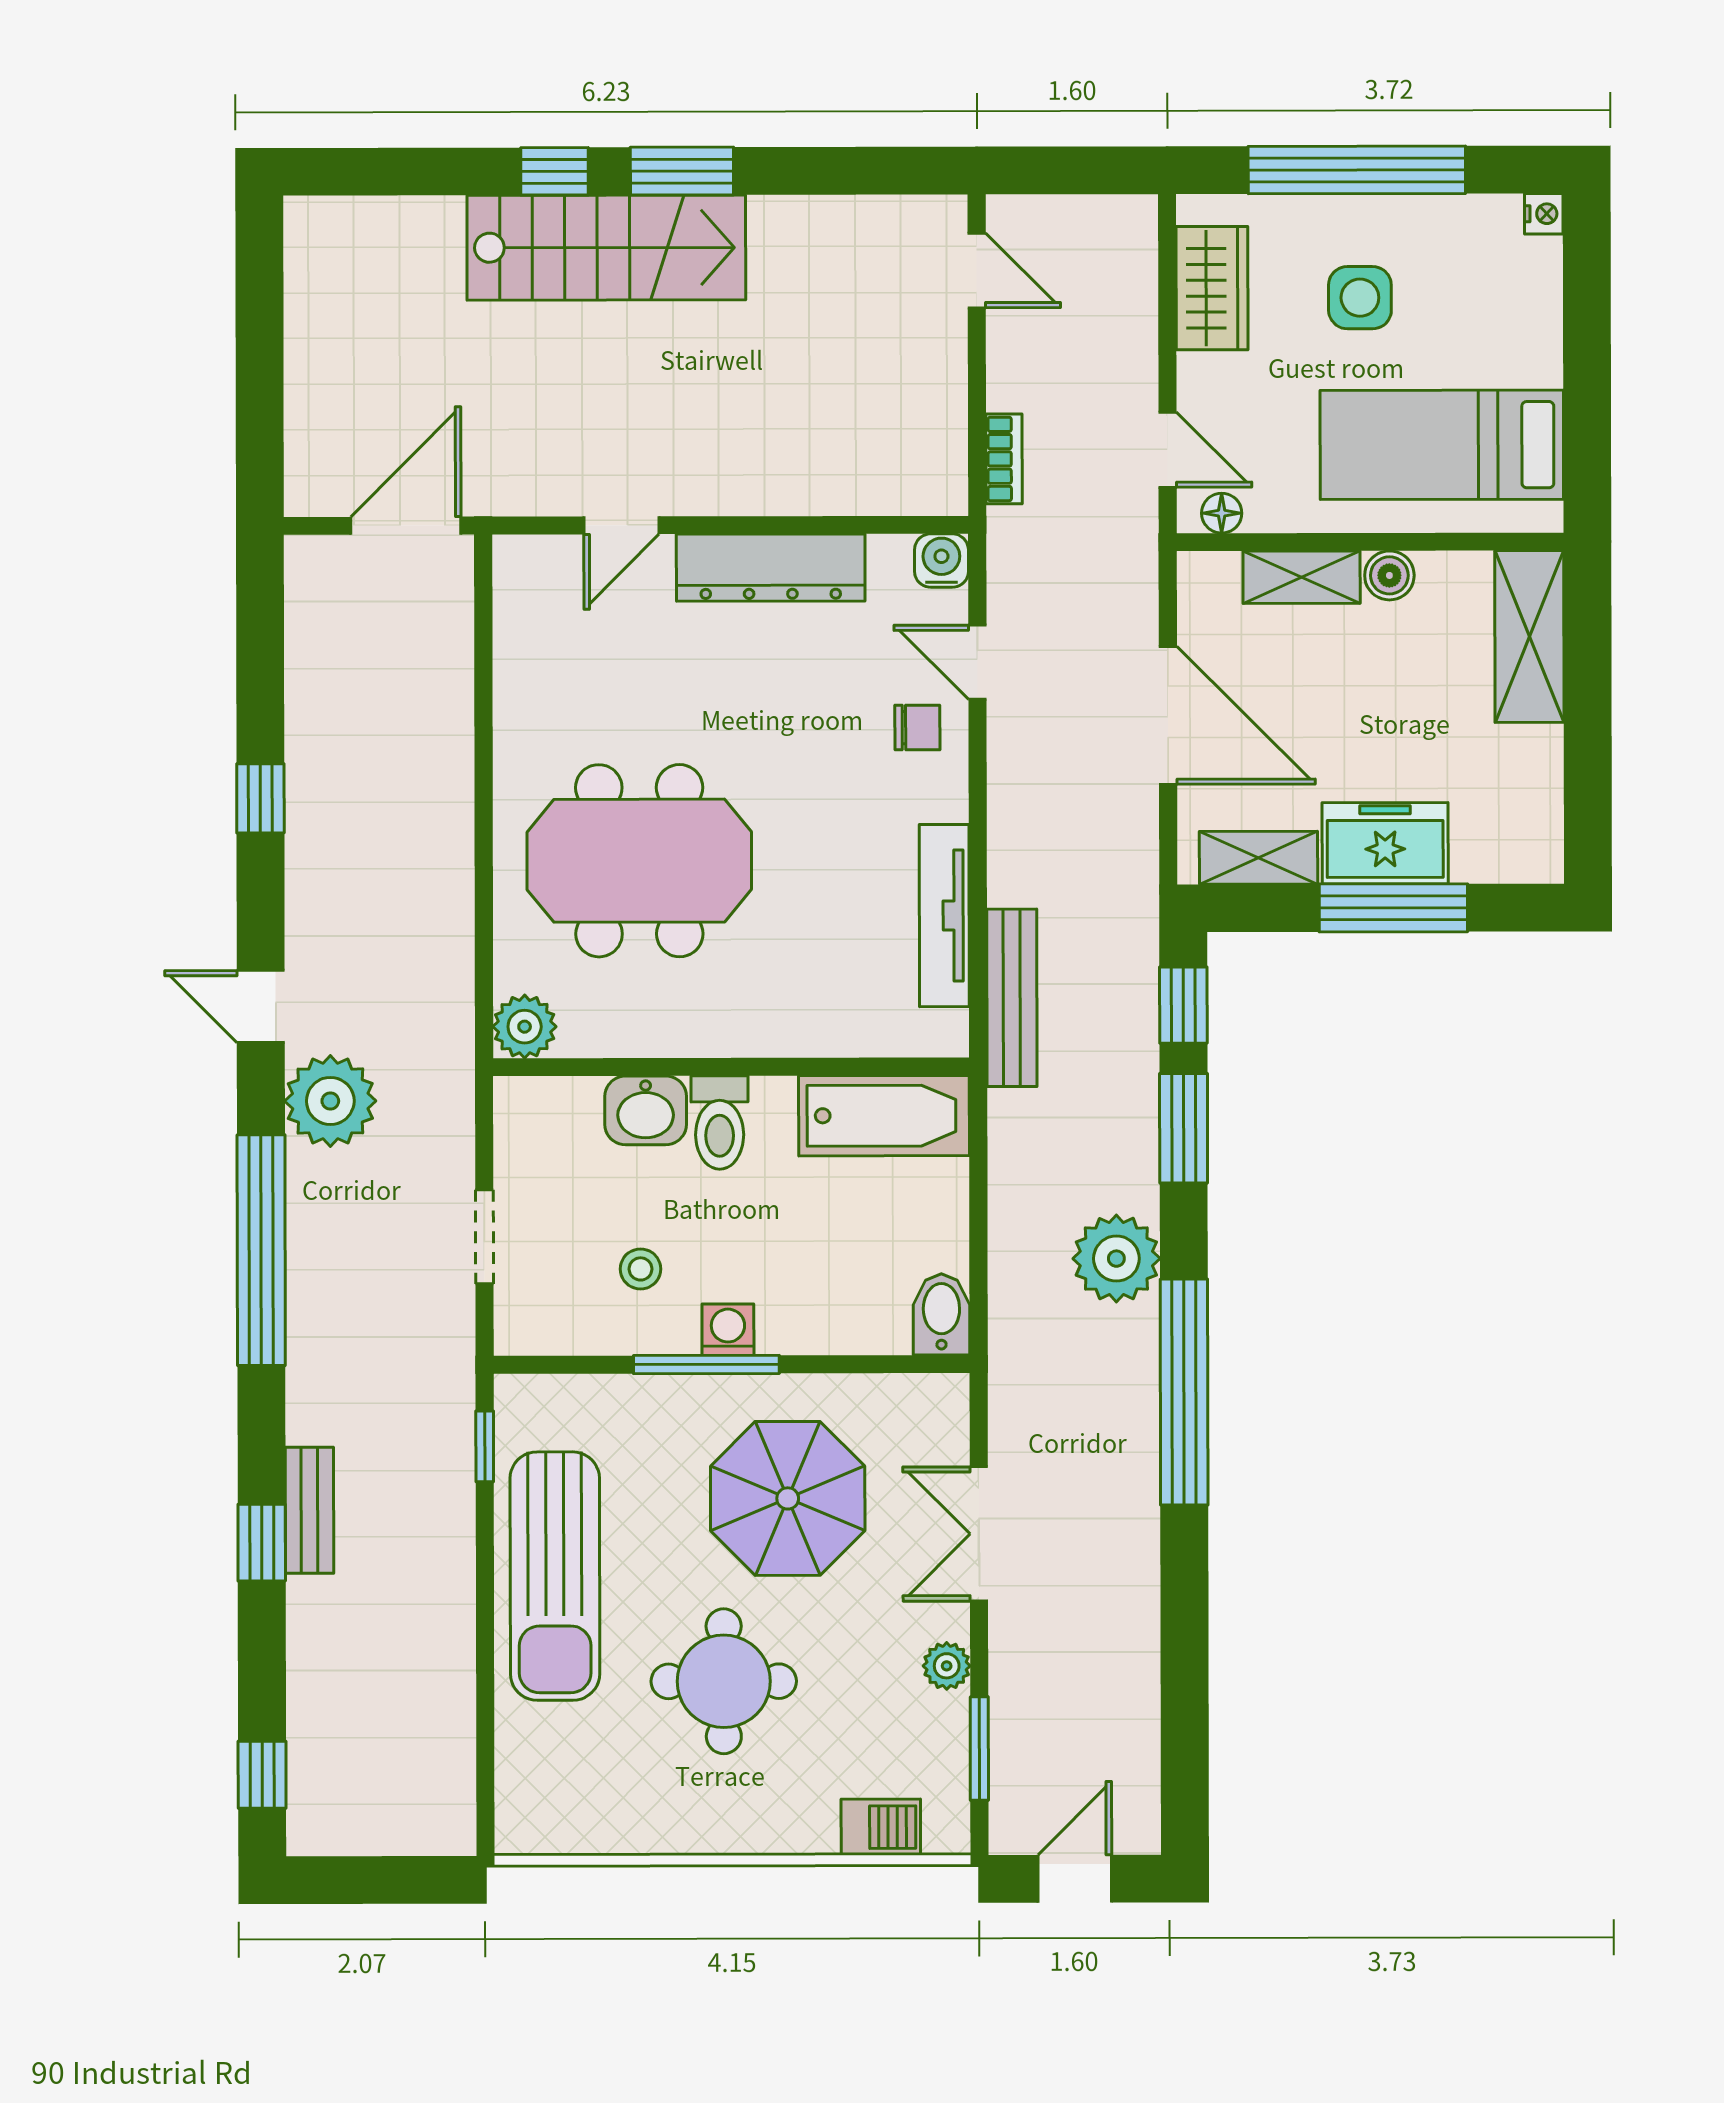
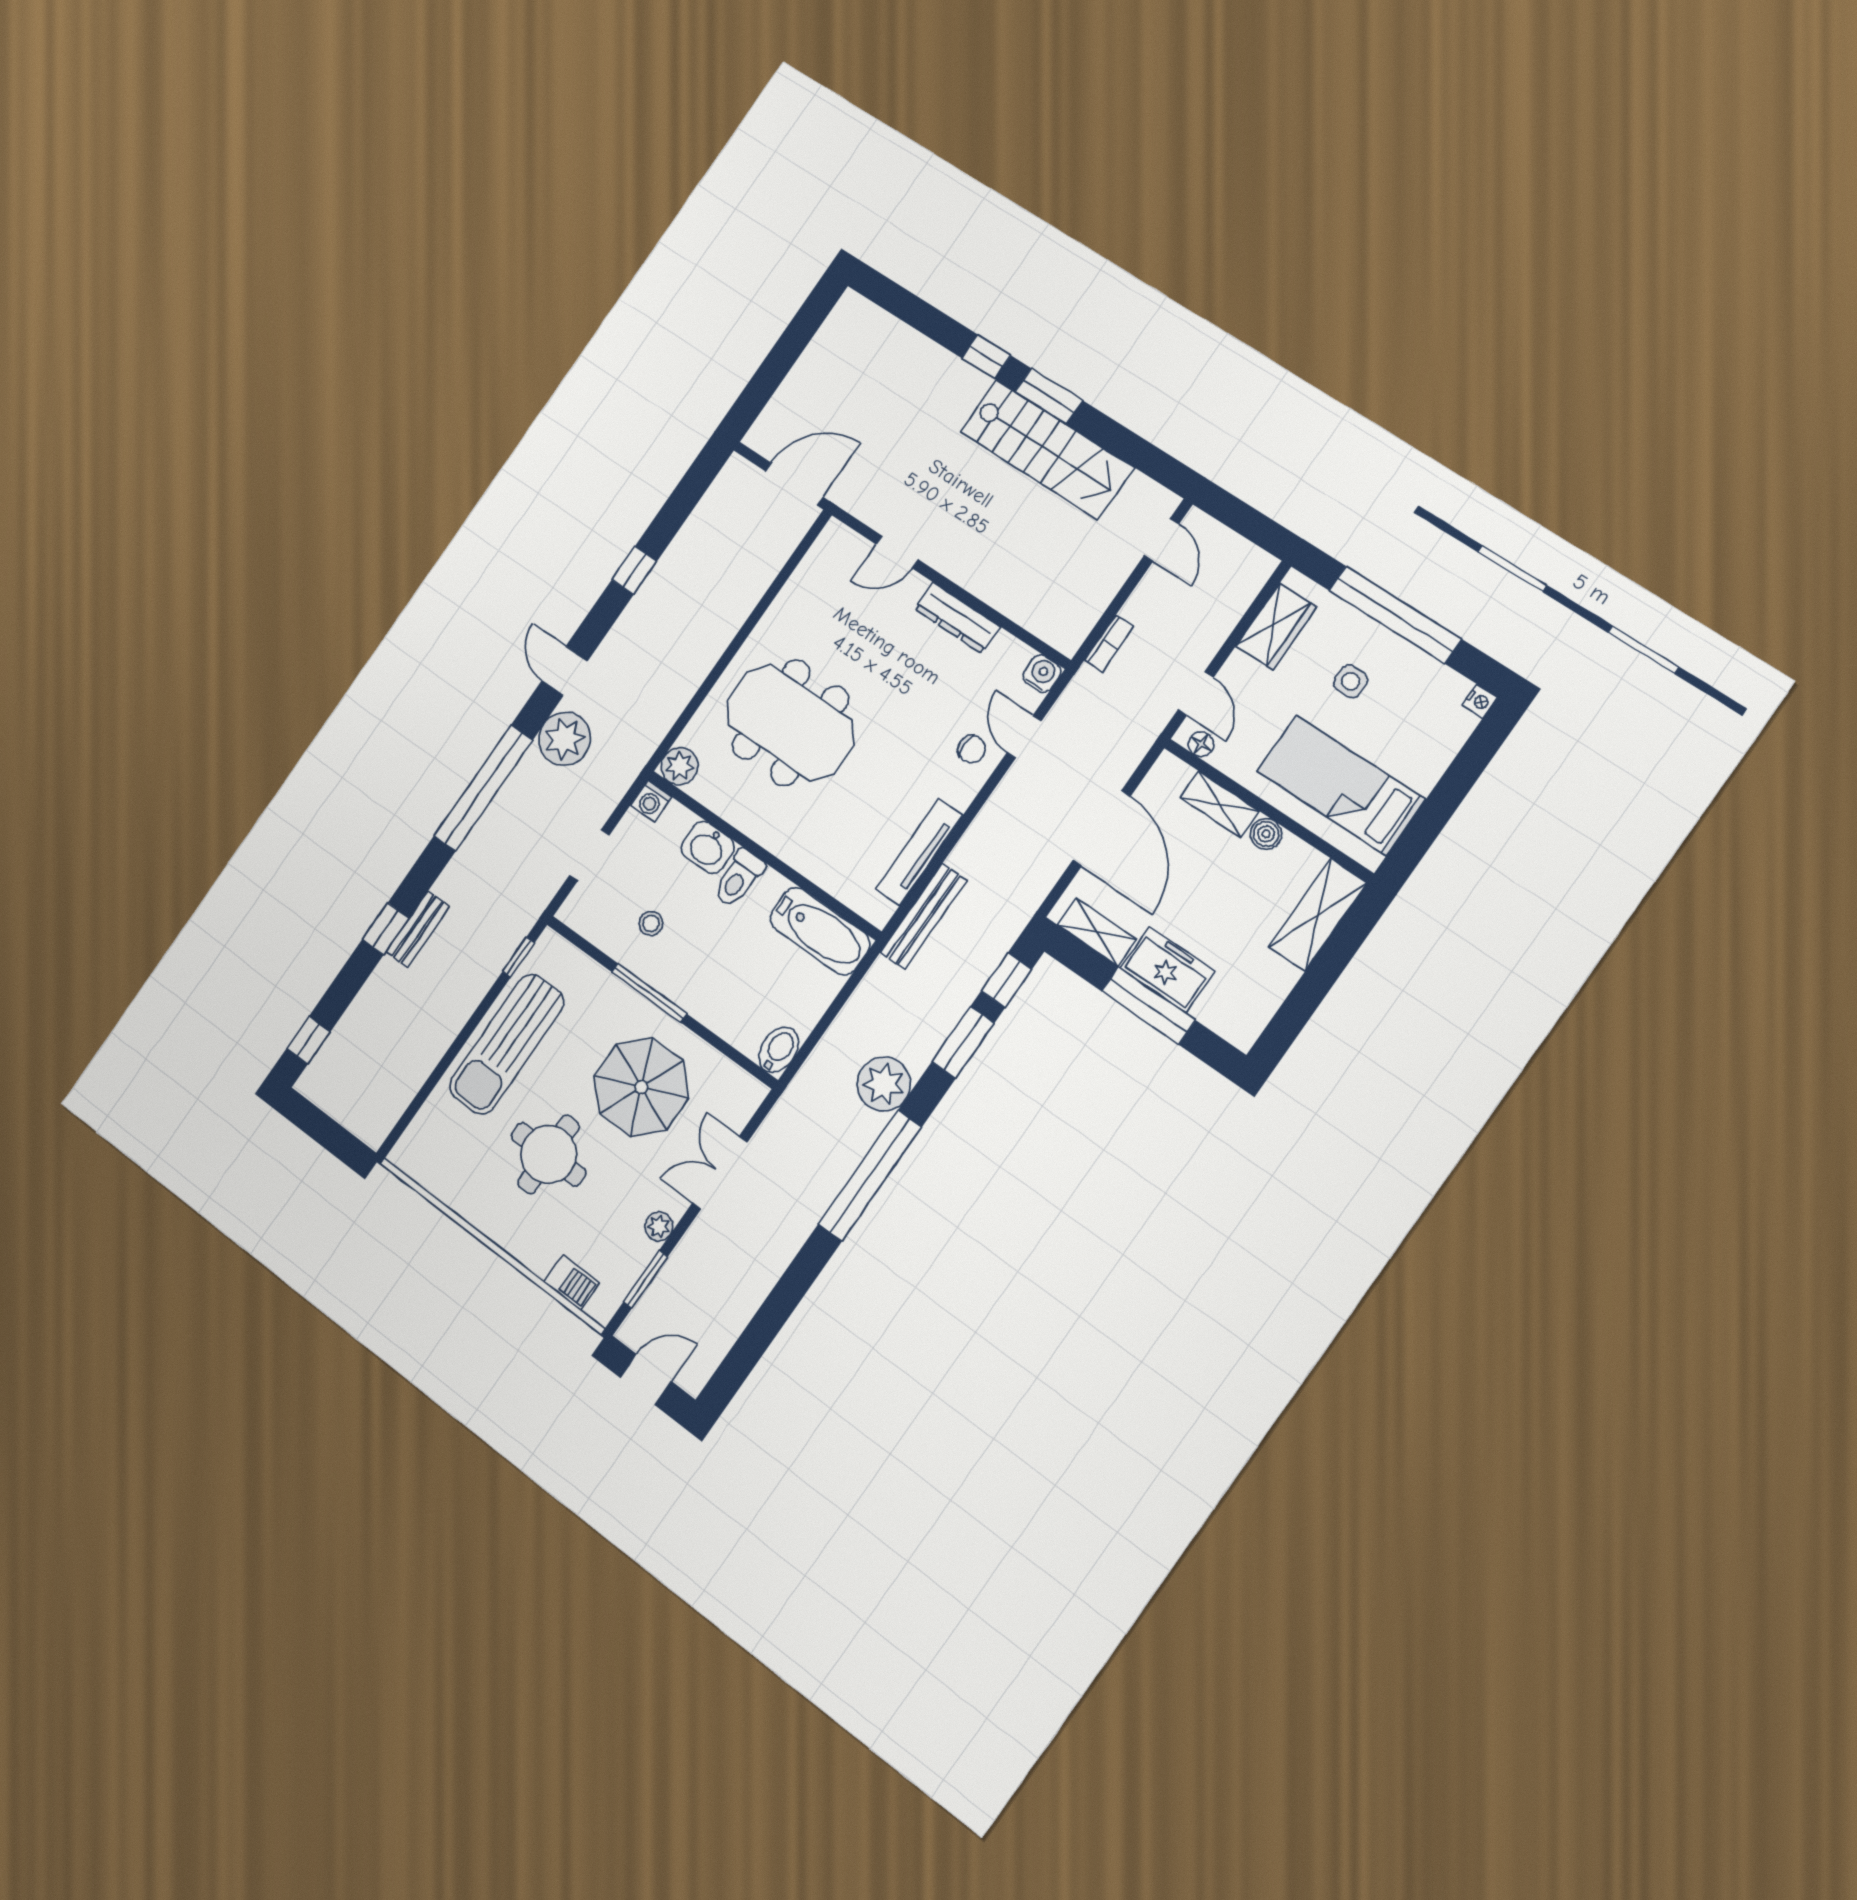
stairs: (606, 248) -> (1047, 449), moved
side table: (1360, 298) -> (1351, 681), width x0.73, depth x0.73
dresser: (771, 568) -> (957, 618), width x0.73, depth x0.80
washing machine: (728, 1330) -> (651, 801), moved, turned 180

